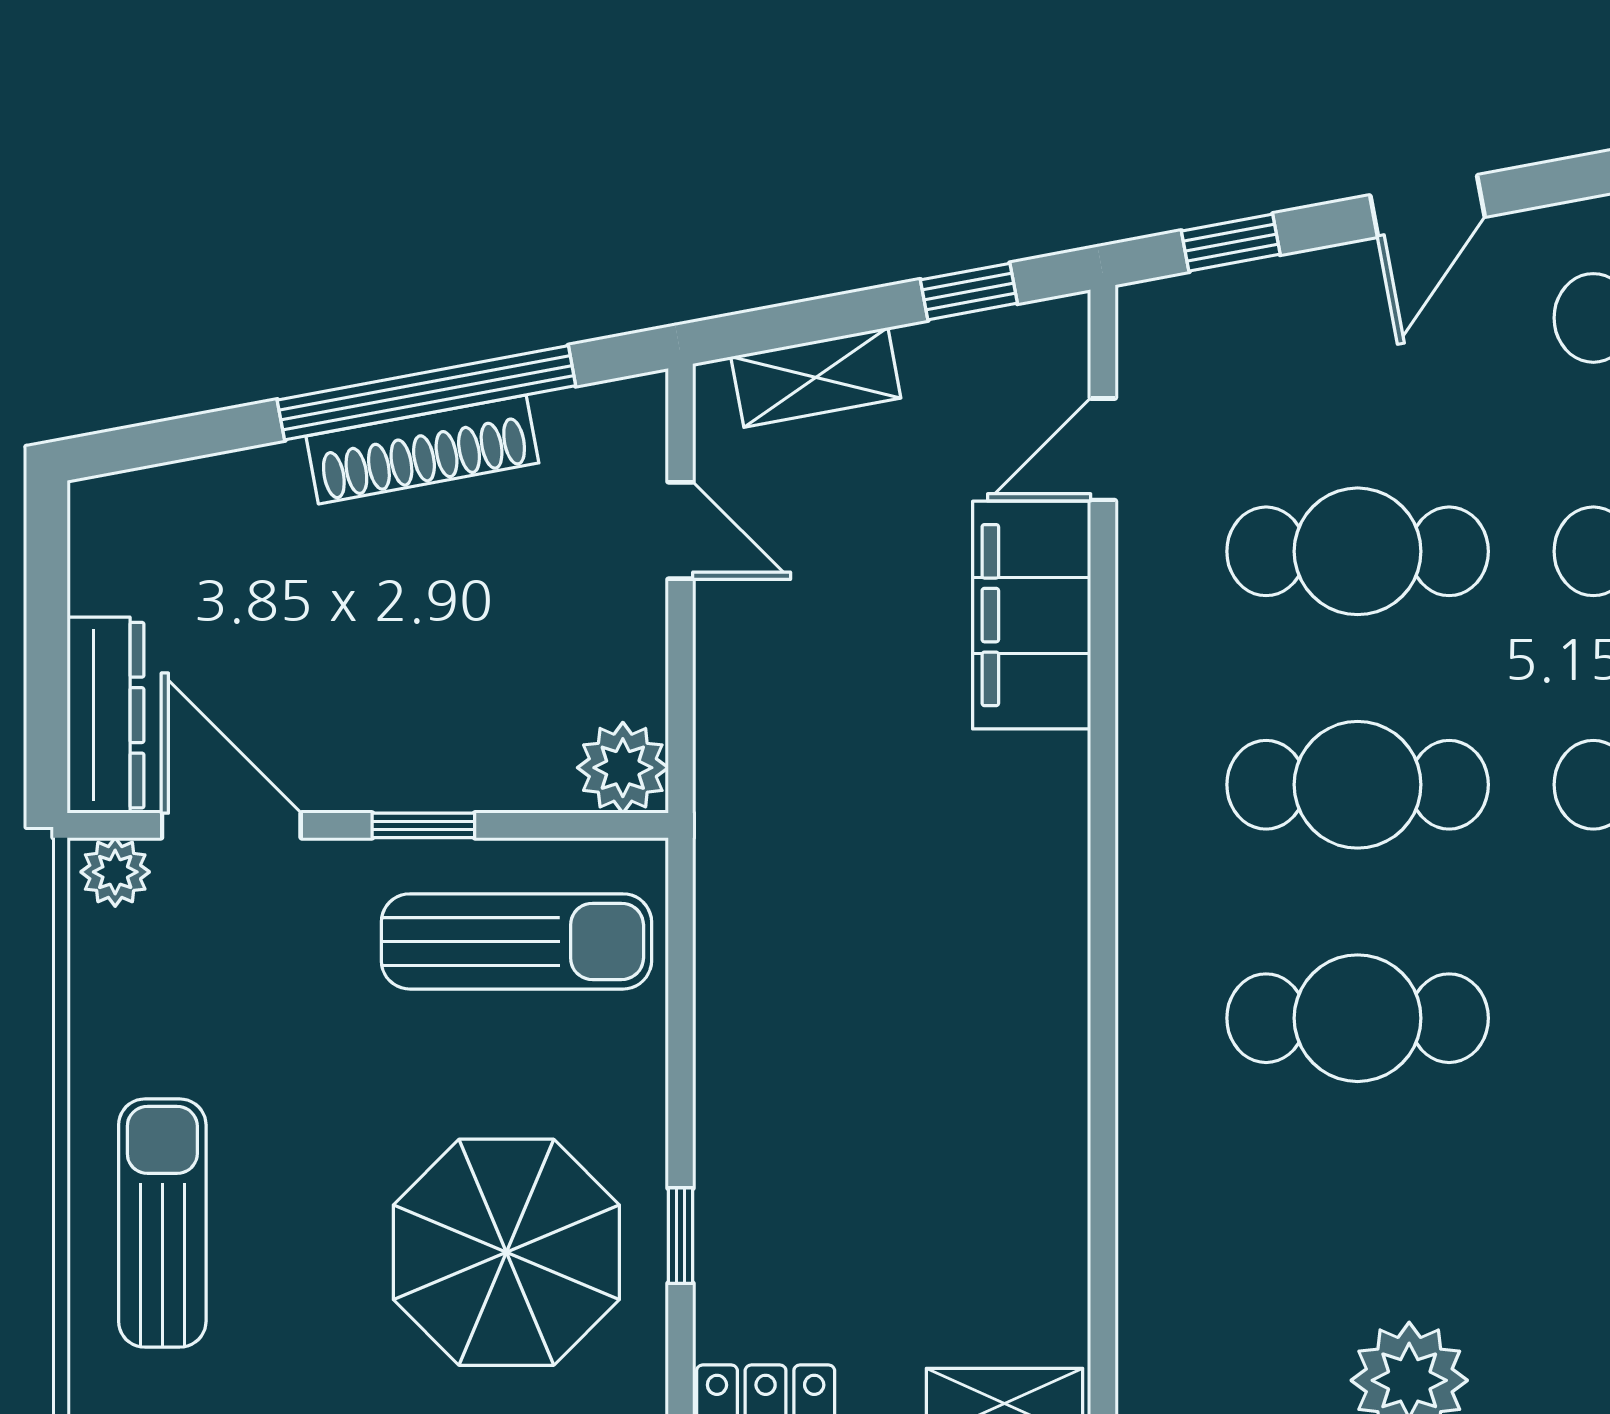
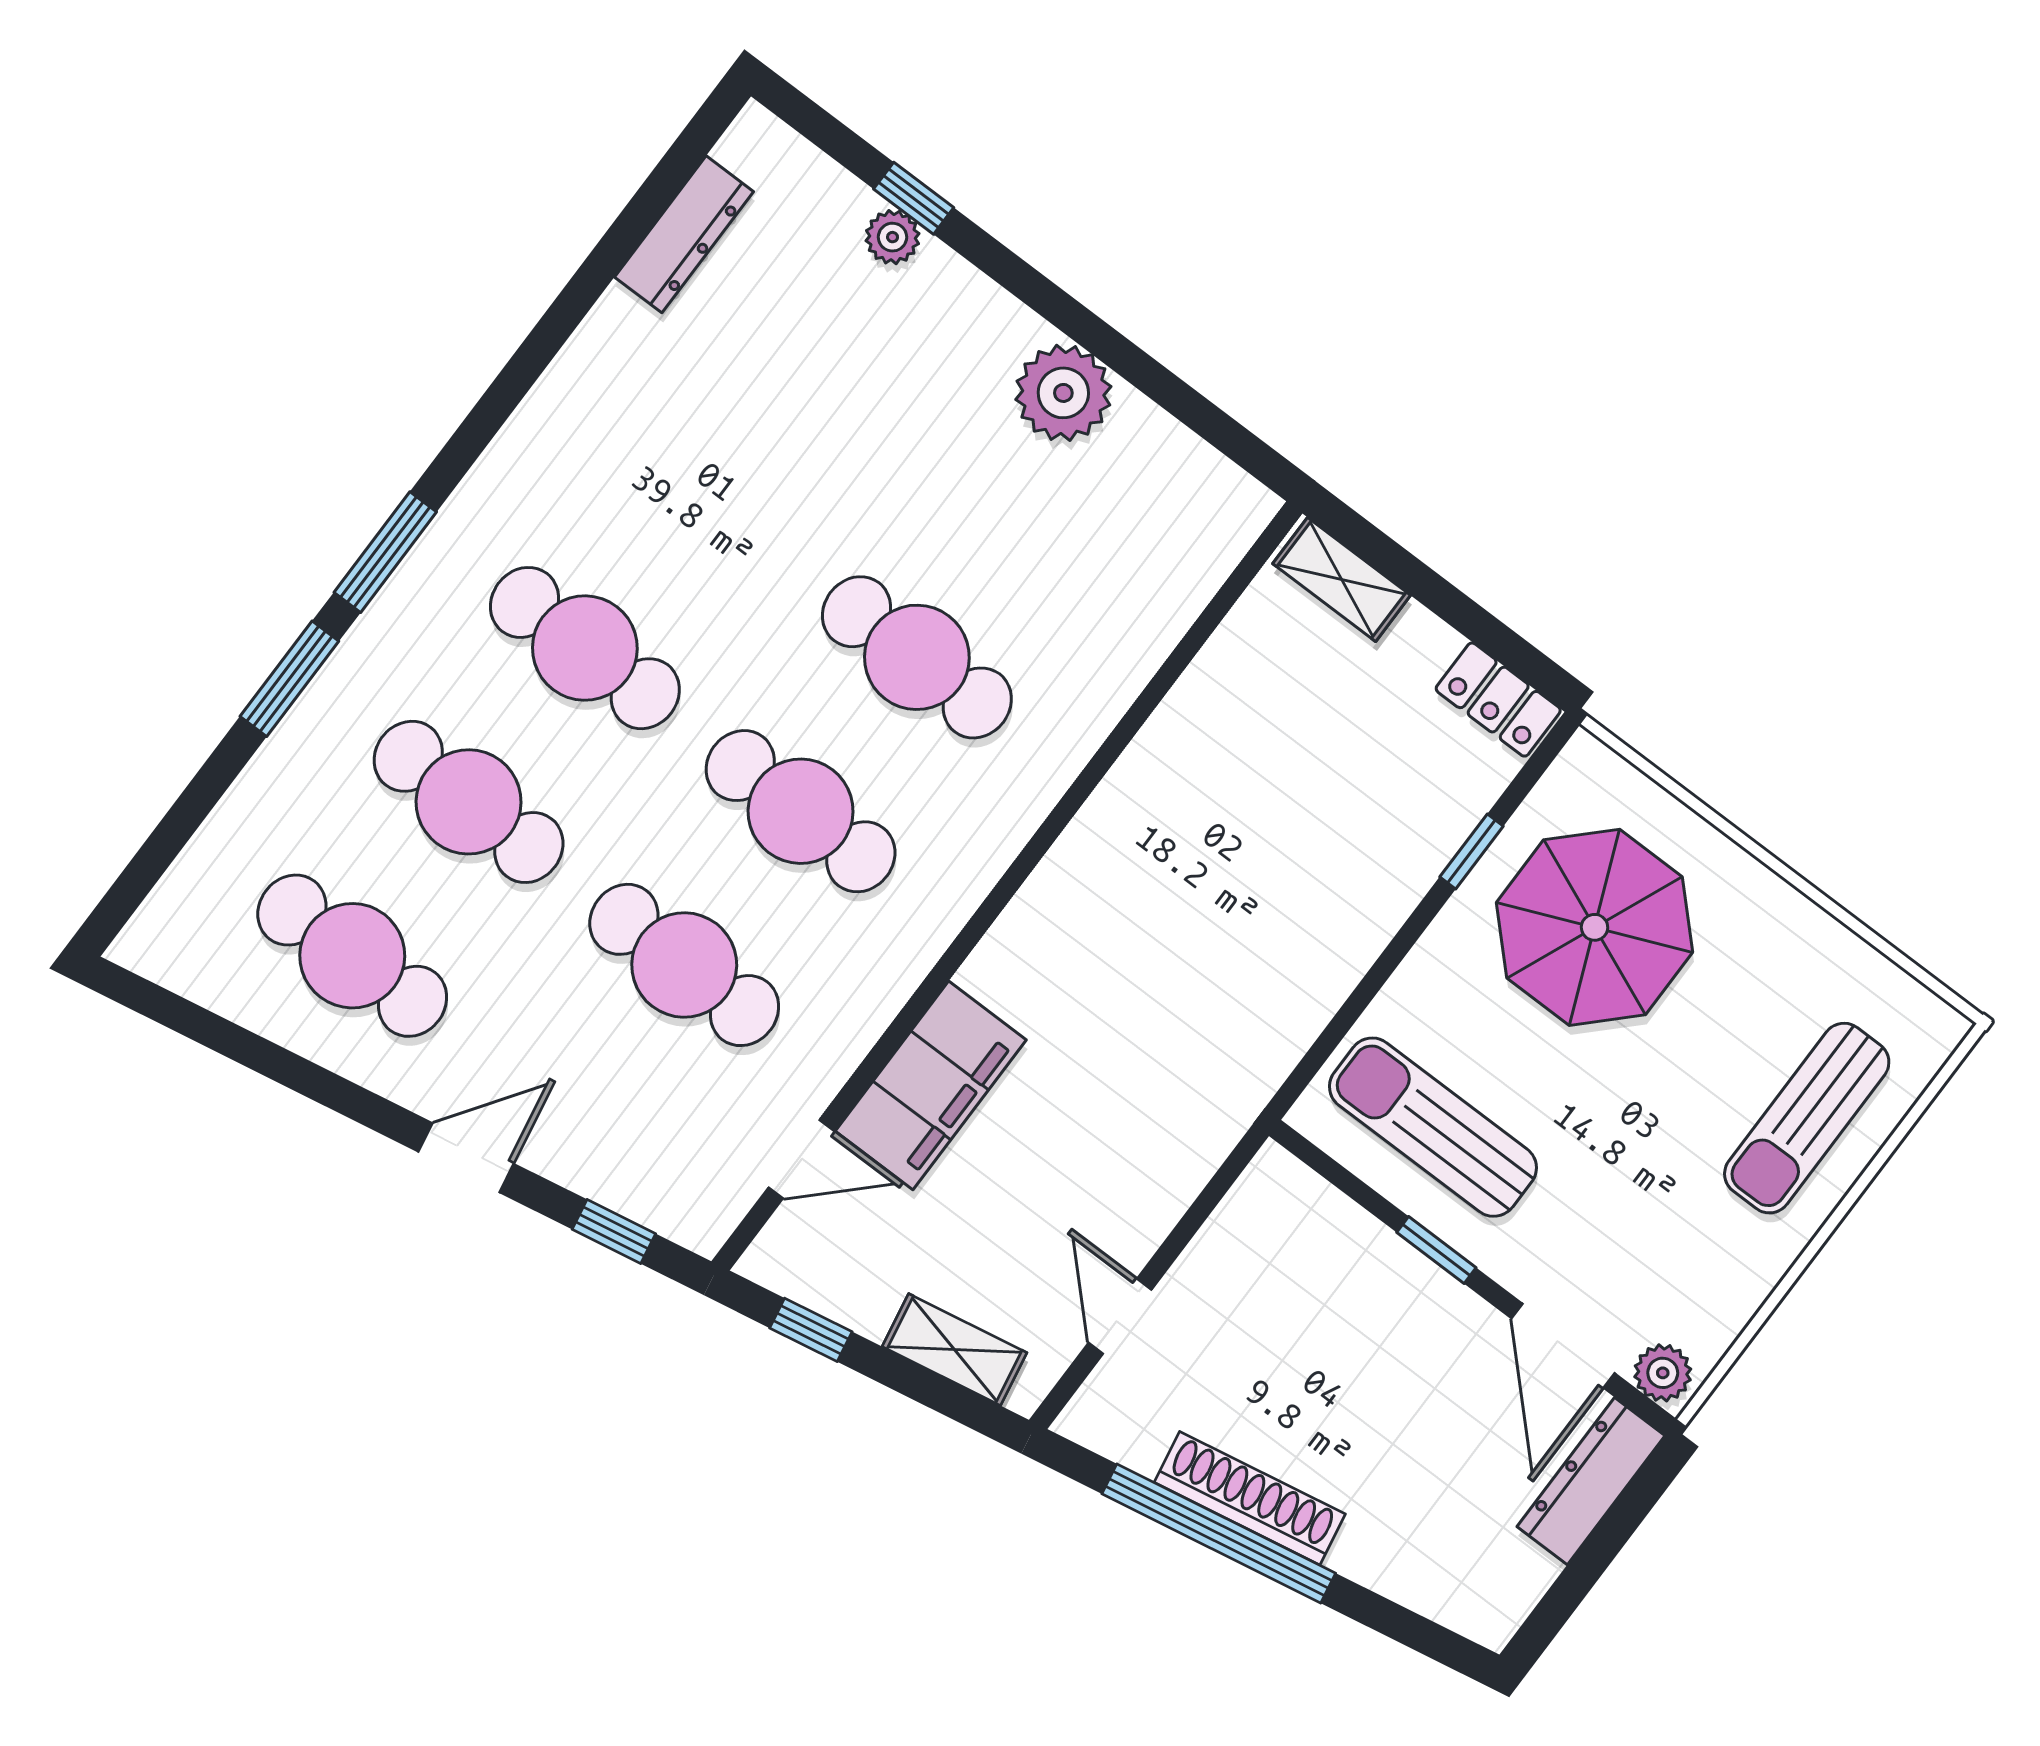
plant: (623, 768) -> (1276, 1189), removed

